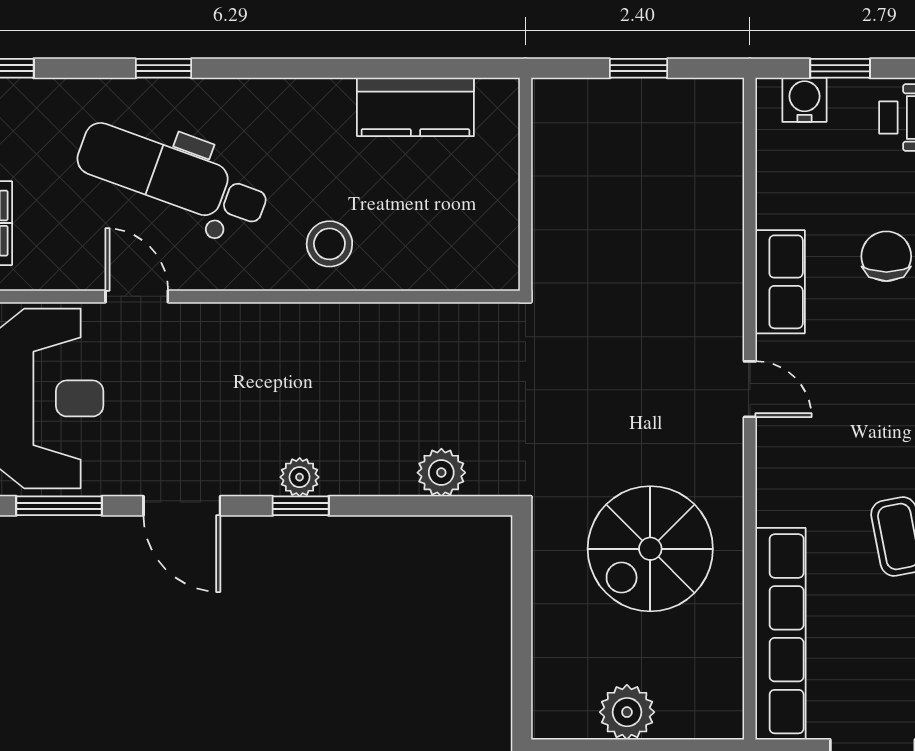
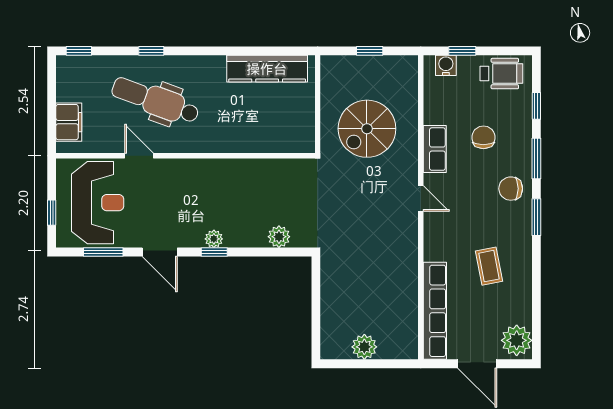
kitchen counter: (415, 107) -> (267, 69), width x1.50
stool: (329, 244) -> (228, 132), removed
spiral stairs: (650, 549) -> (367, 129), moved

